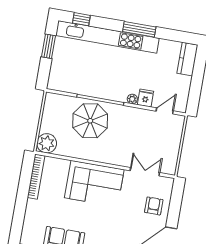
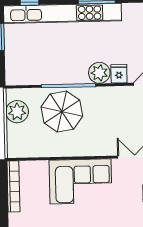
plant: (132, 99) -> (99, 73), width x1.87, depth x1.87
plant: (47, 143) -> (17, 112), moved

